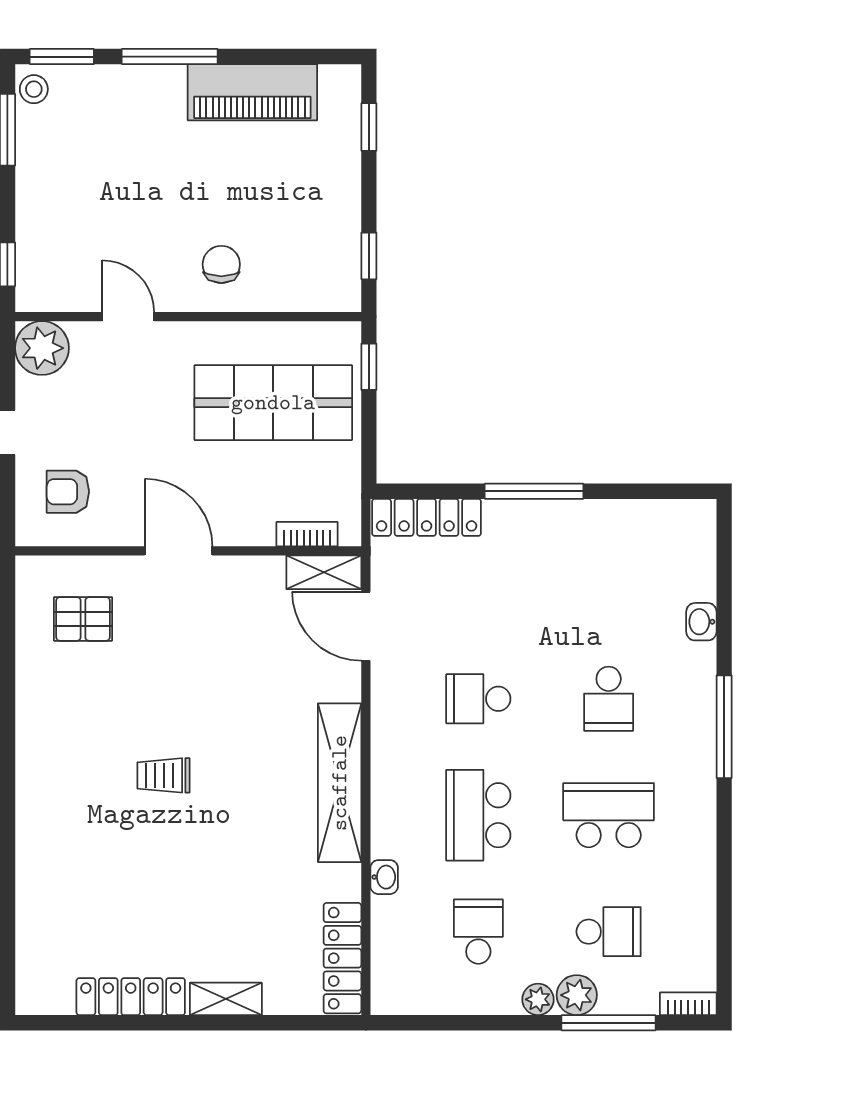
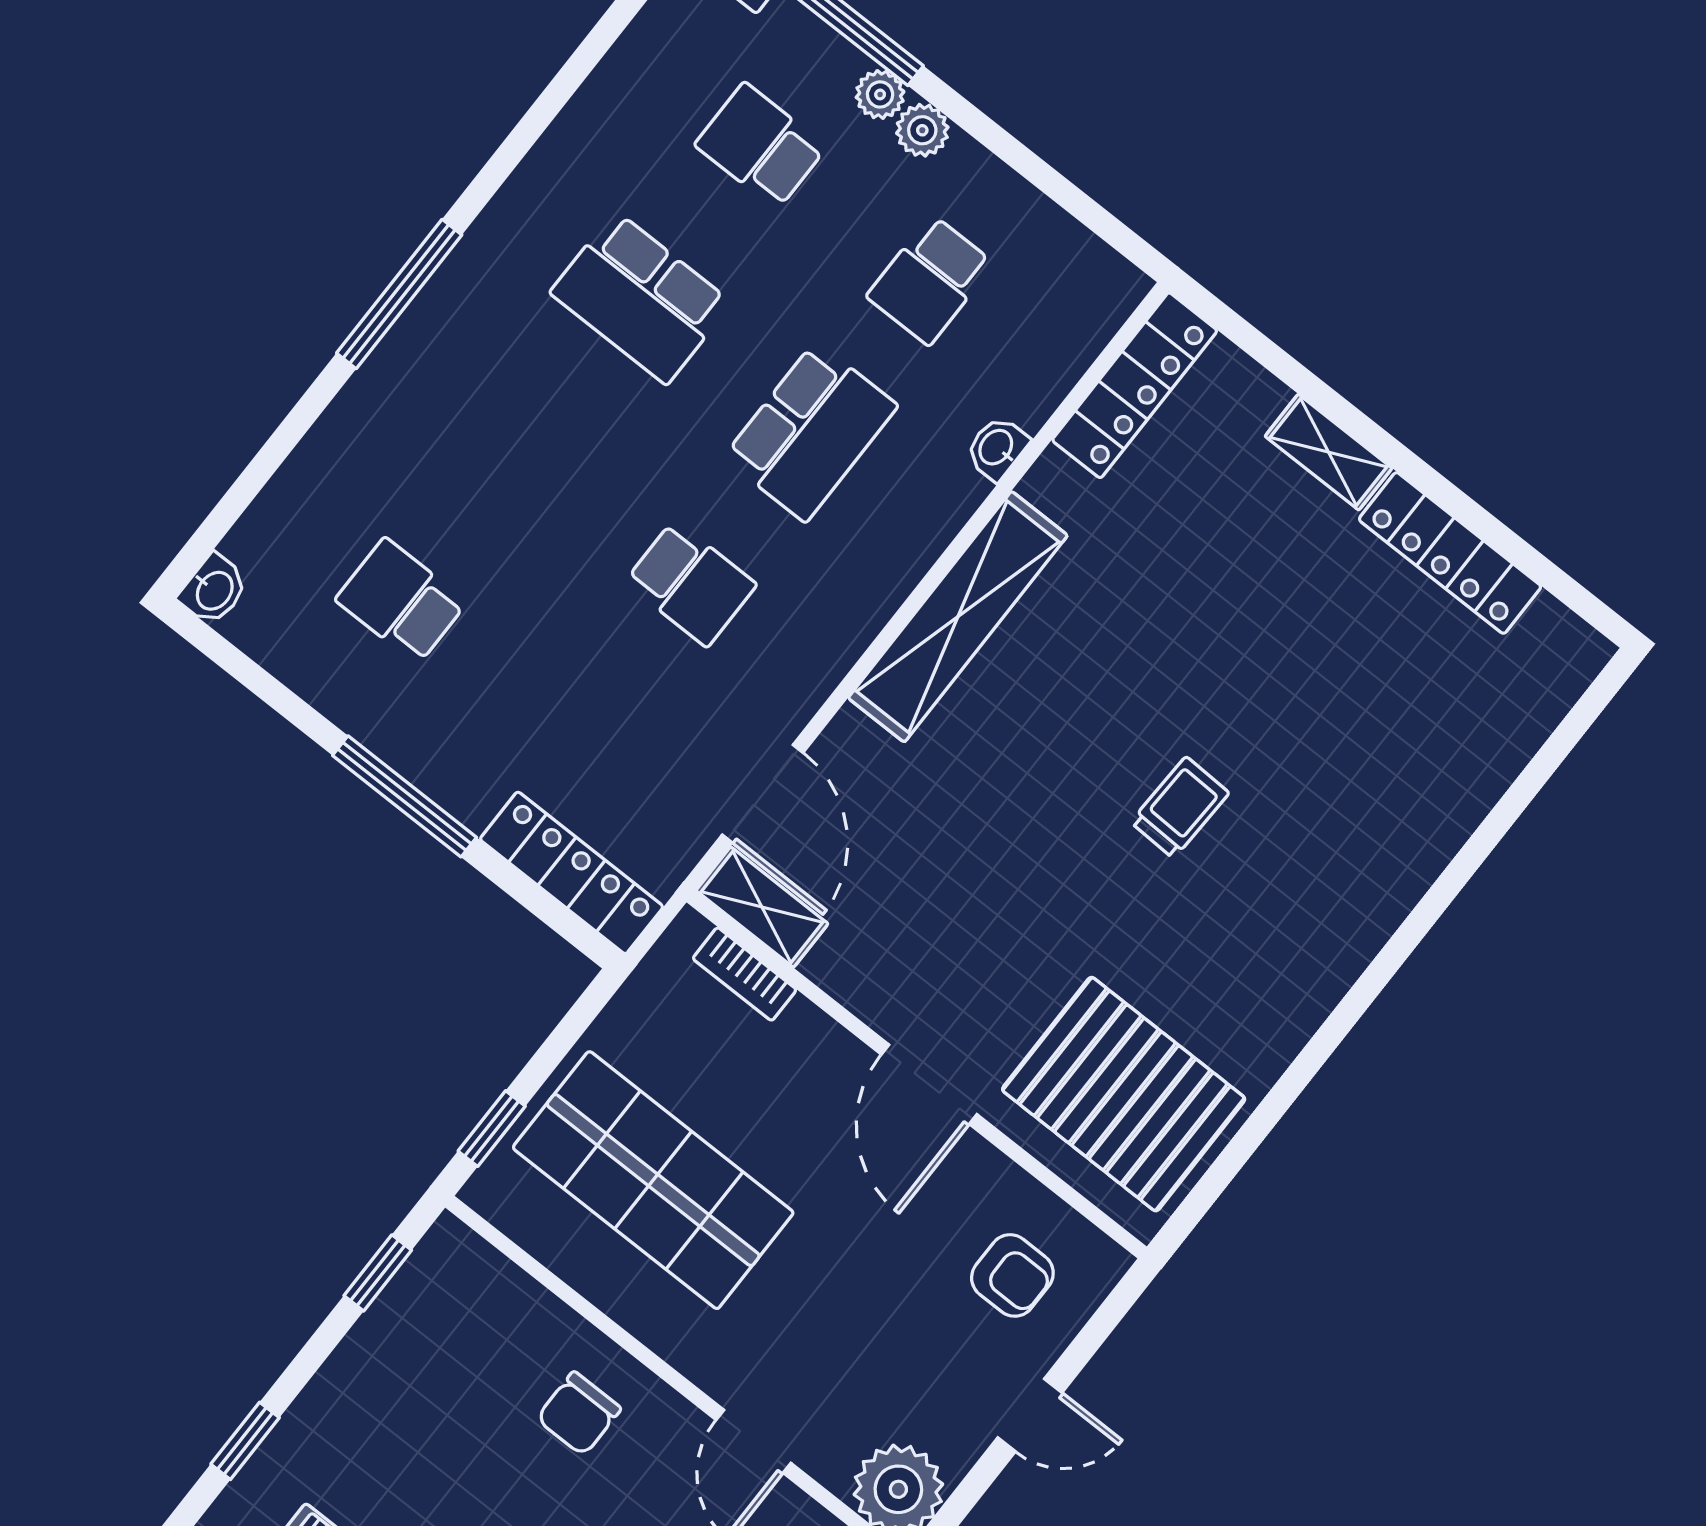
pallet: (83, 619) -> (1124, 1094), width x2.05, depth x2.00
washbasin: (701, 622) -> (214, 590), moved
school desk: (609, 699) -> (401, 601), moved, turned -90
trolley: (163, 775) -> (1180, 808), turned -88
plant: (577, 995) -> (880, 94), width x0.73, depth x0.73

